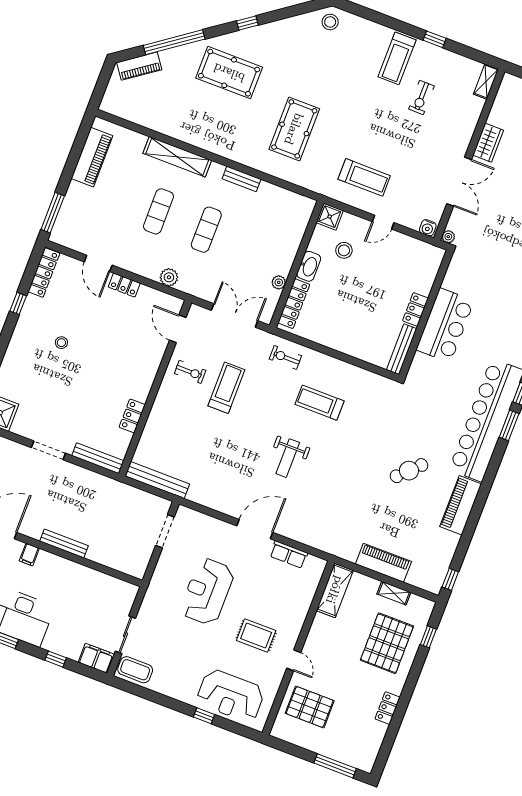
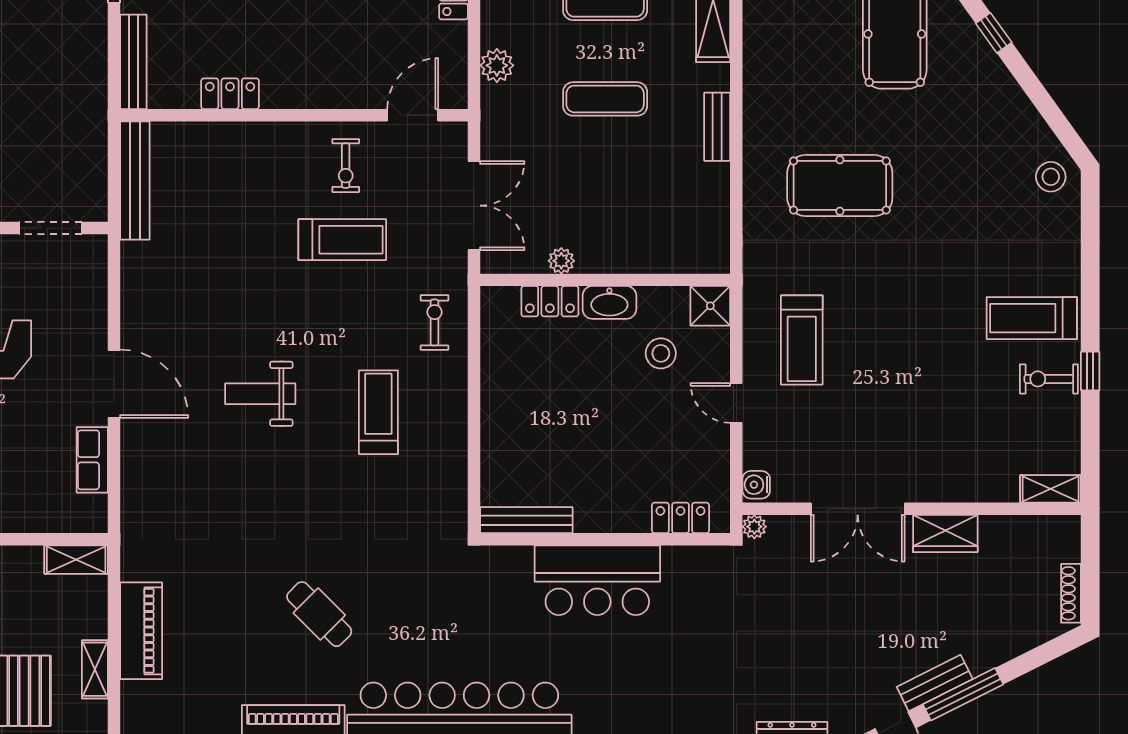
exercise bike: (421, 98) -> (1049, 379), moved
locker: (294, 304) -> (550, 301), width x0.66
locker: (415, 309) -> (680, 518), moved
shelving: (335, 590) -> (76, 560), width x0.67, depth x0.75

